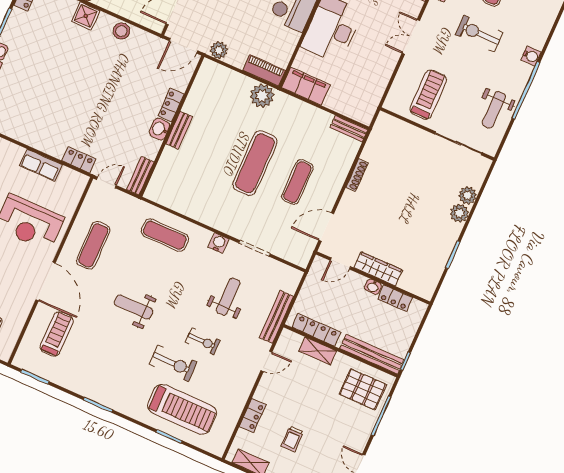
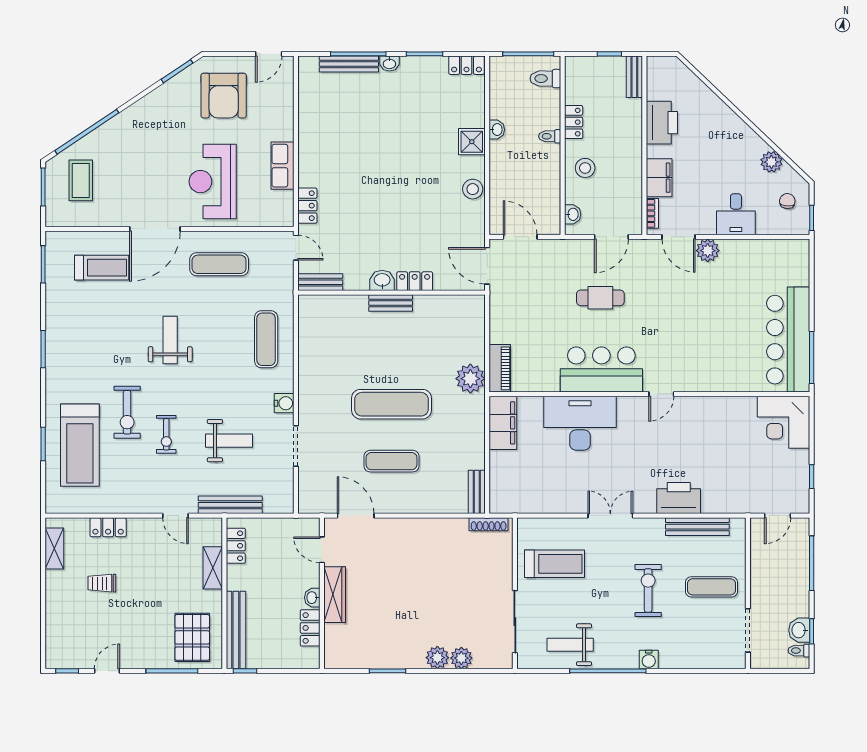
plant: (219, 50) -> (500, 308), removed
shoe rack: (357, 175) -> (489, 524), moved
locker: (316, 330) -> (236, 546), width x0.66

